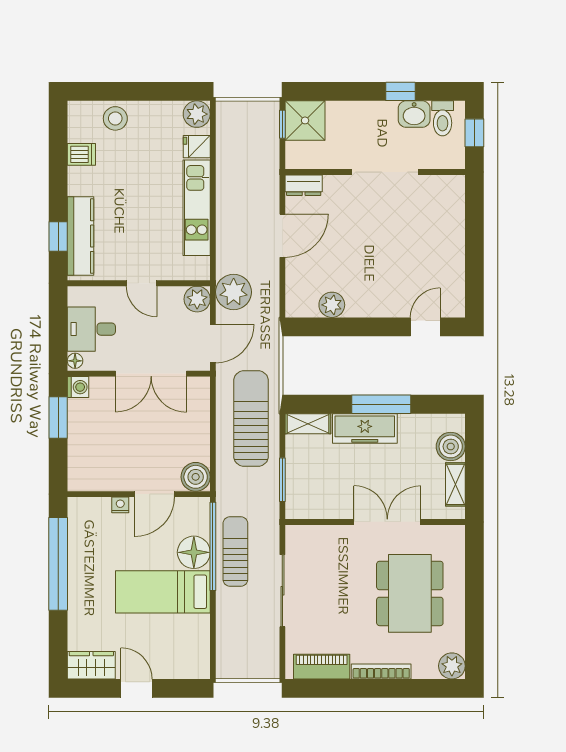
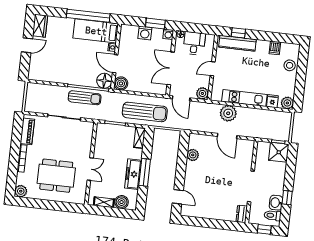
dresser: (304, 185) -> (242, 214), moved
plant: (234, 292) -> (228, 113), moved
freezer: (365, 428) -> (133, 174), moved
washing machine: (81, 438) -> (145, 33), added
double door: (387, 522) -> (90, 169), width x0.73
floor lamp: (194, 552) -> (104, 81), moved
bed: (163, 592) -> (96, 31), moved, turned -90

